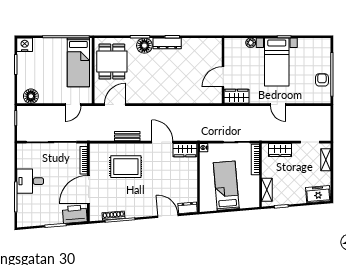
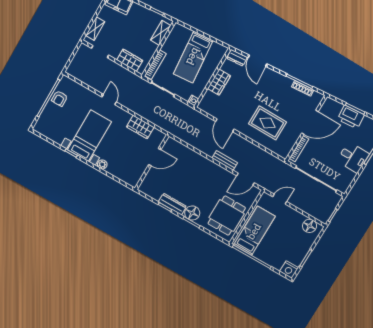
wall: (223, 71) -> (152, 162), moved
door: (223, 77) -> (155, 157), moved
bench: (127, 136) -> (225, 160), moved
wardrobe: (185, 150) -> (219, 82), moved, turned 90
printer: (75, 214) -> (351, 117), moved

